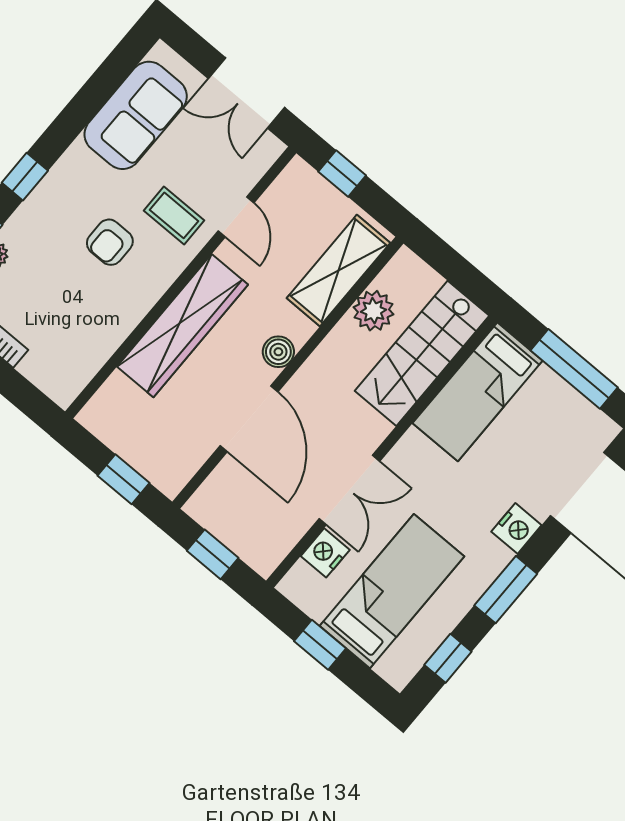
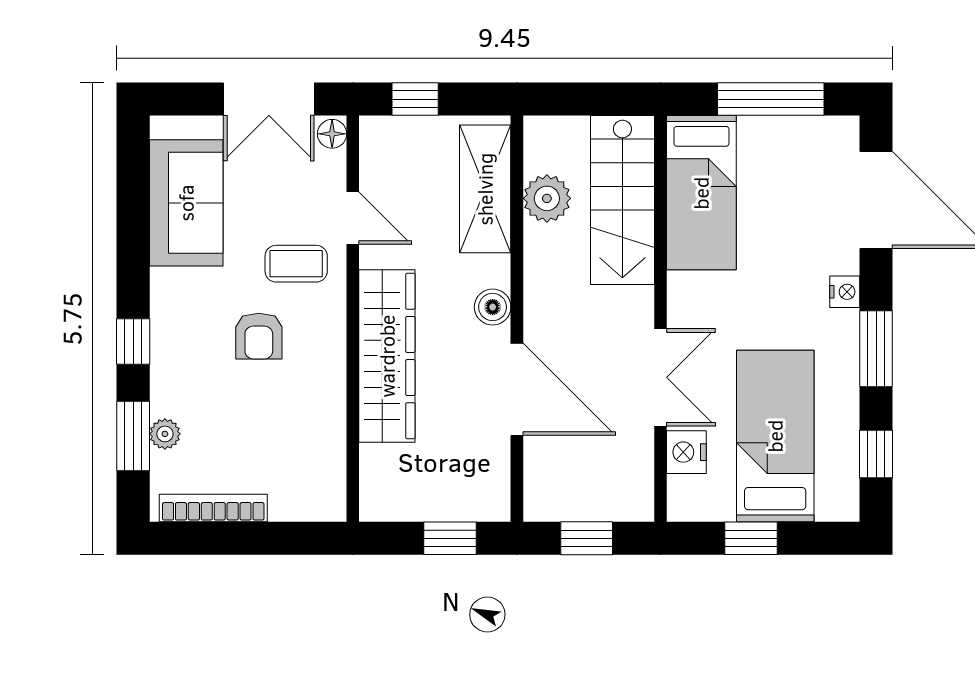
floor lamp: (269, 150) -> (332, 134), added
nightstand: (516, 528) -> (845, 292), width x0.72, depth x0.74

